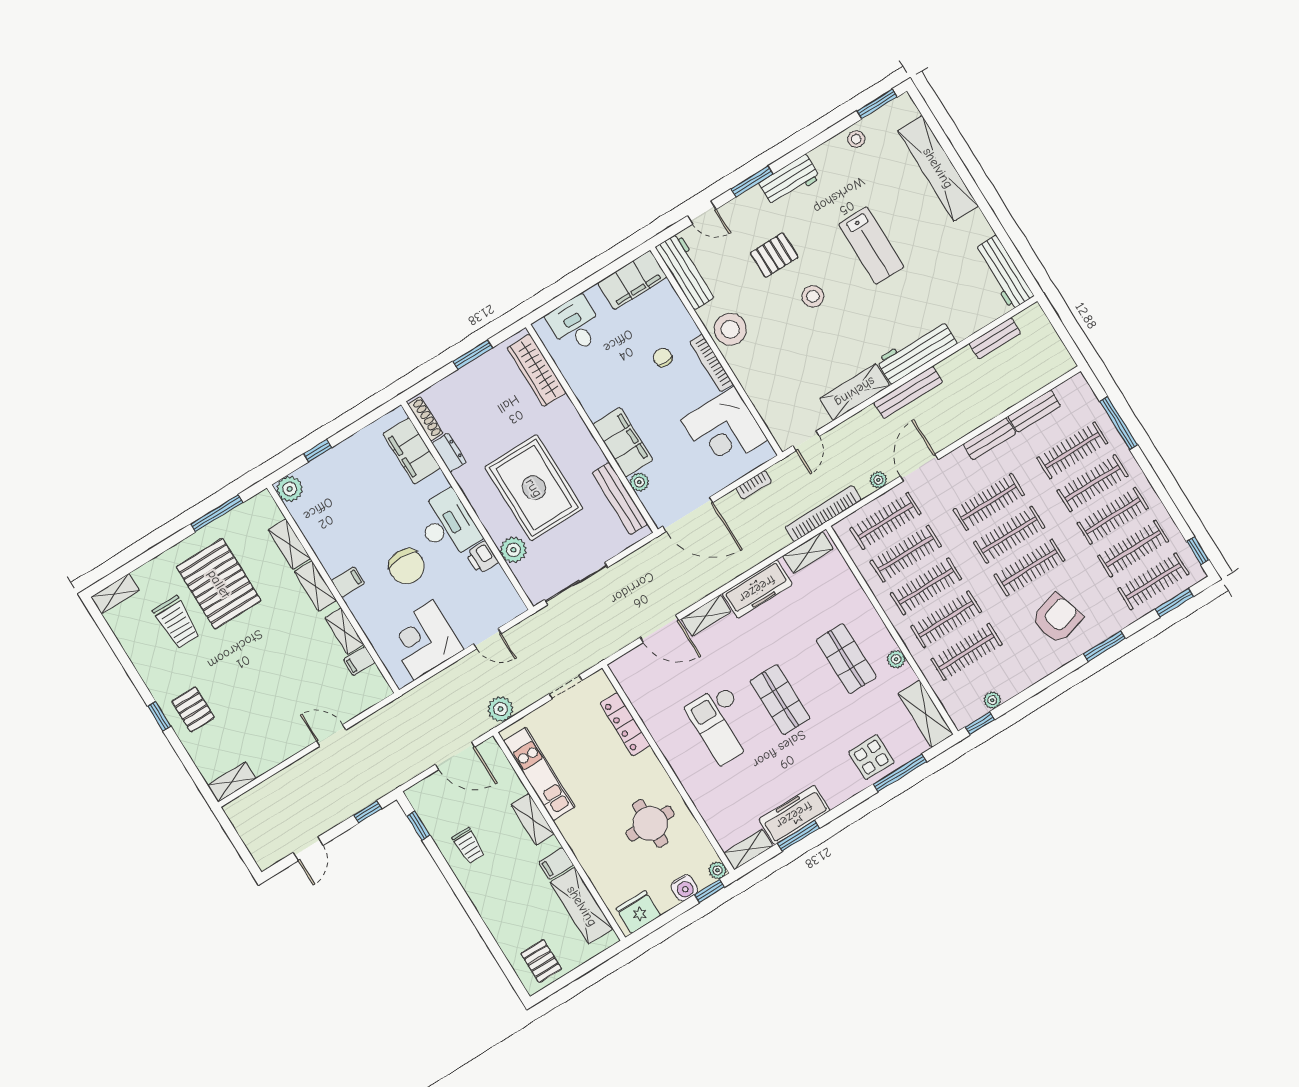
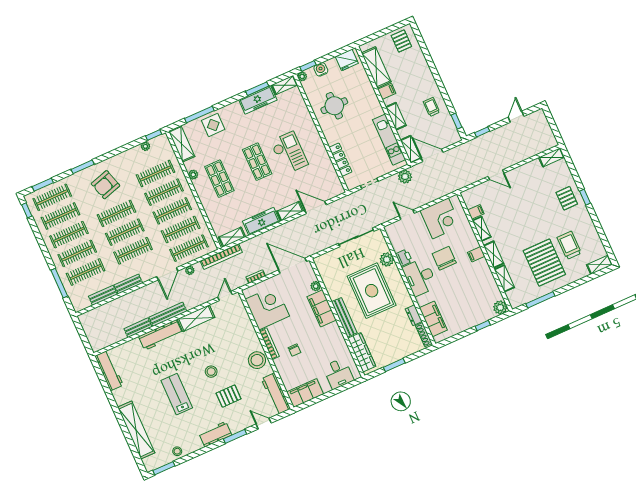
bench: (995, 338) -> (138, 328), moved
bench: (620, 498) -> (344, 317), moved
shelving: (497, 761) -> (411, 149), added

